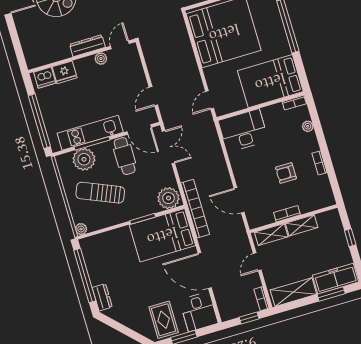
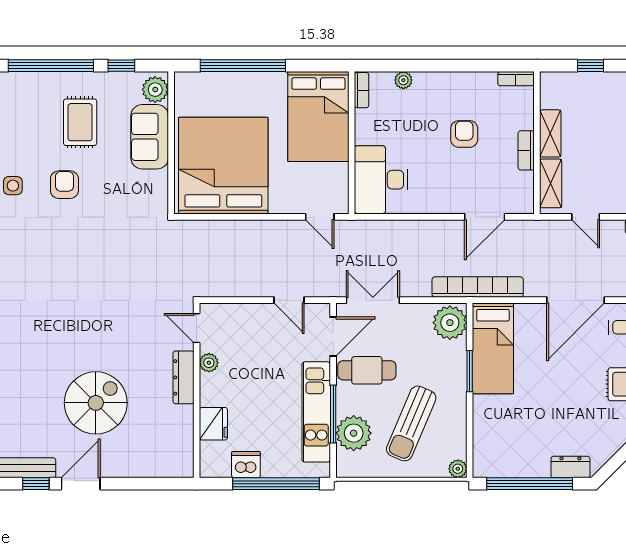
dishwasher: (45, 78) -> (246, 465), moved, turned -90
bookcase: (320, 163) -> (516, 79), moved
armchair: (286, 173) -> (464, 134), turned 180
bed: (162, 235) -> (493, 348), width x0.67

